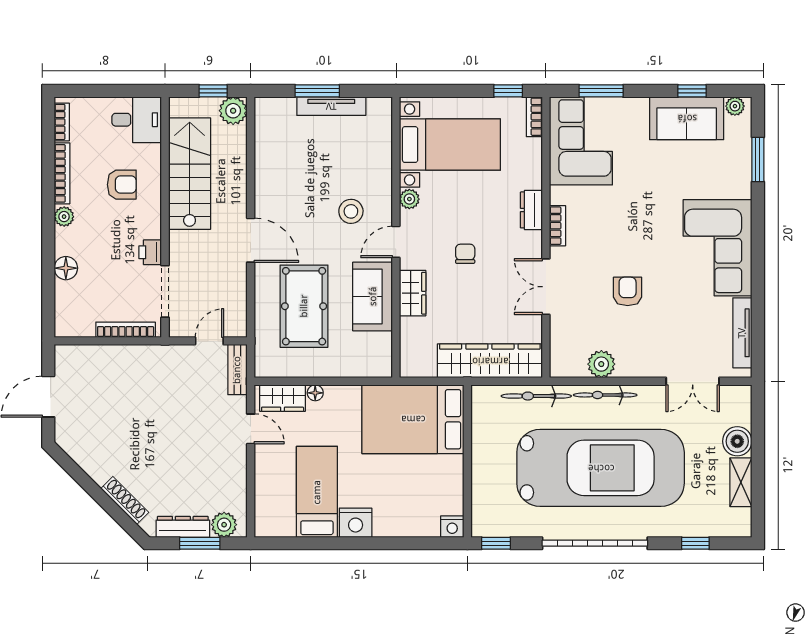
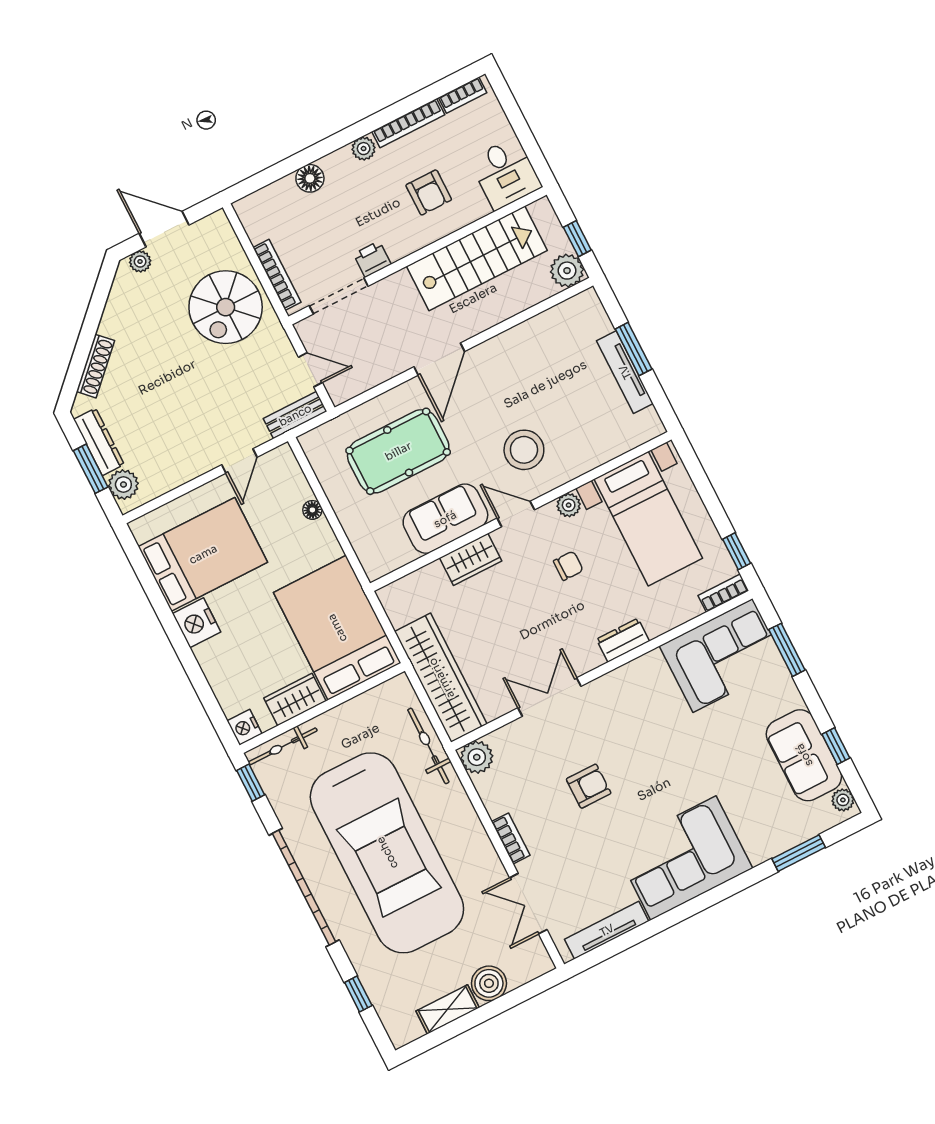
stool: (351, 211) -> (524, 450), width x1.38, depth x1.38
bookcase: (558, 226) -> (511, 838), moved, turned -90
chair: (465, 254) -> (568, 566), moved
plant: (601, 364) -> (477, 757), moved
spiral stairs: (130, 380) -> (226, 307), added
bicycle: (605, 395) -> (283, 746), moved, turned -90
wardrobe: (283, 398) -> (295, 699), moved, turned 90
plant: (63, 427) -> (140, 261), added
bed: (317, 492) -> (203, 554), width x1.50

